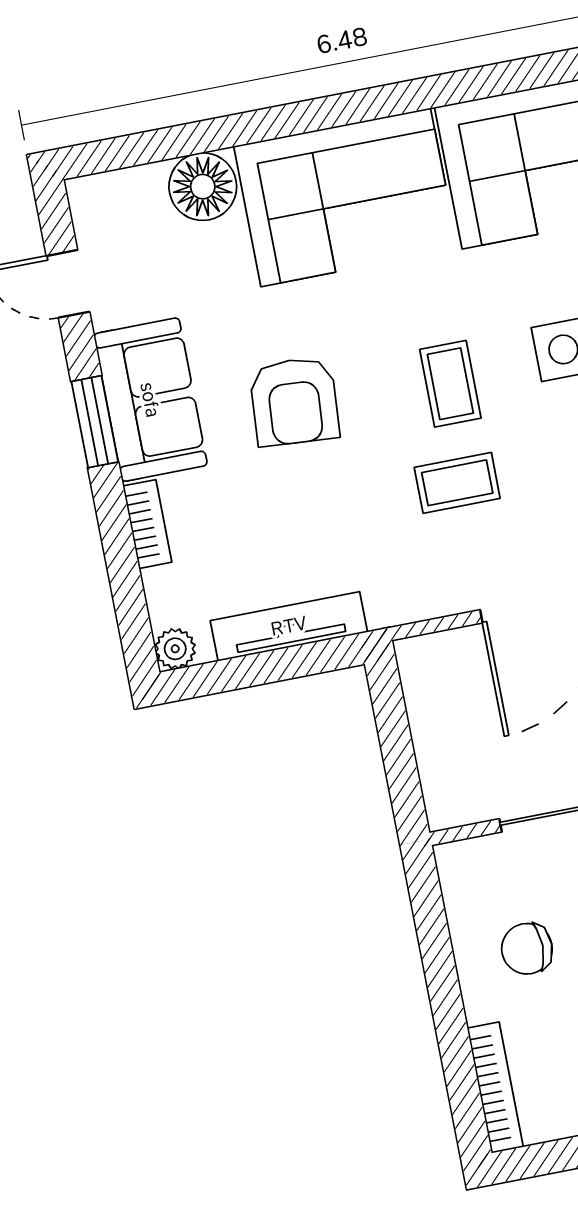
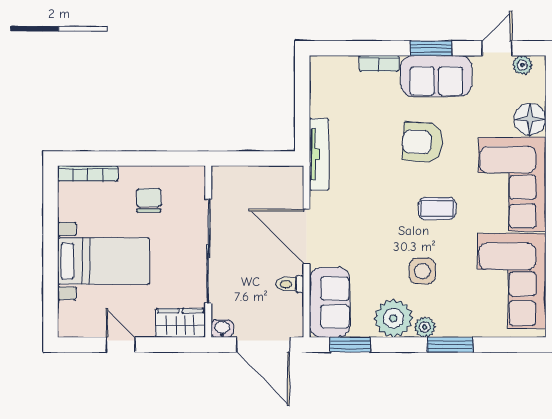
coffee table: (450, 384) -> (437, 208), moved
coffee table: (457, 483) -> (370, 210), removed
tv unit: (289, 626) -> (319, 154), moved
plant: (175, 649) -> (522, 65), moved

